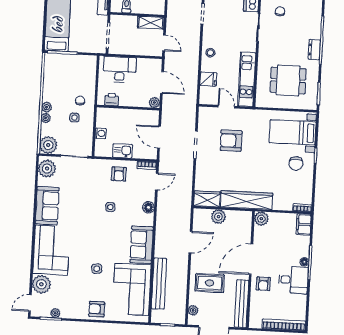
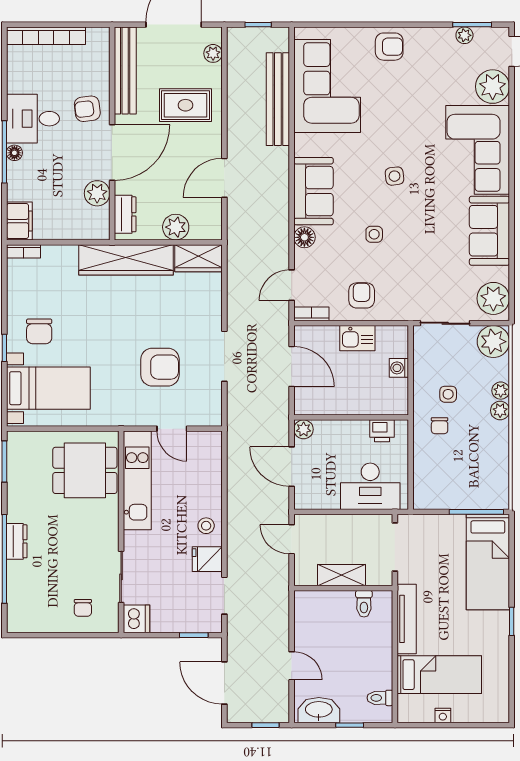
shelving: (151, 23) -> (341, 575), moved
fridge: (208, 79) -> (207, 559), moved
dining table: (288, 80) -> (85, 470), moved
chair: (296, 164) -> (39, 331), turned 180
plant: (261, 219) -> (97, 193), moved
dresser: (246, 225) -> (125, 214), added
sofa: (142, 245) -> (313, 191), moved
side table: (97, 269) -> (394, 176), moved
armchair: (263, 284) -> (87, 109), turned -97

